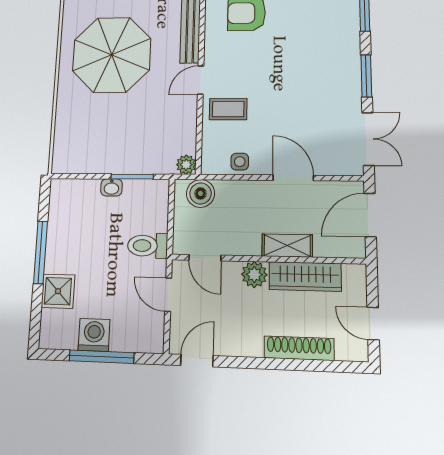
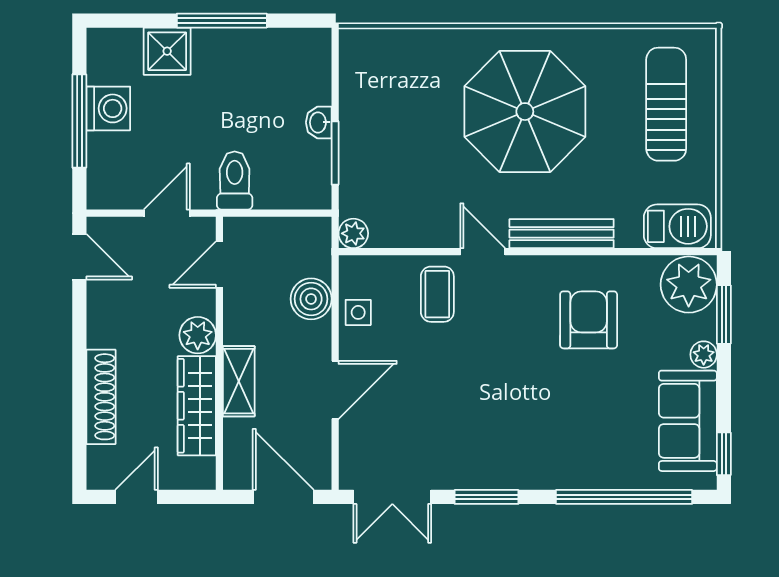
boiler: (201, 193) -> (311, 299), moved

